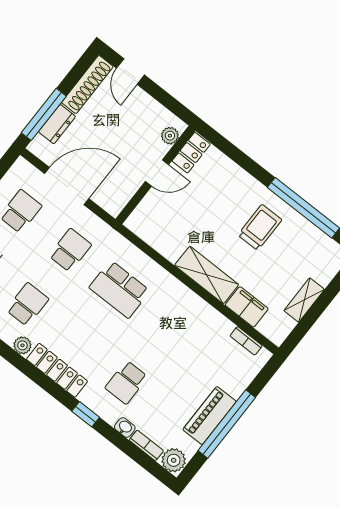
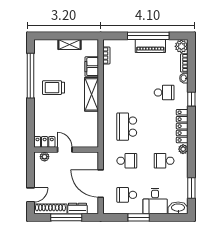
window: (44, 114) -> (66, 217), moved
school desk: (70, 250) -> (127, 161), turned 180
school desk: (120, 289) -> (127, 127), turned 180

